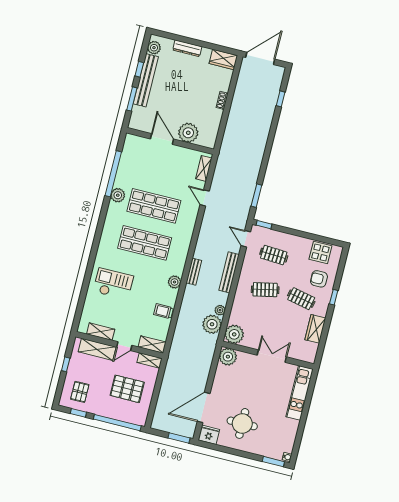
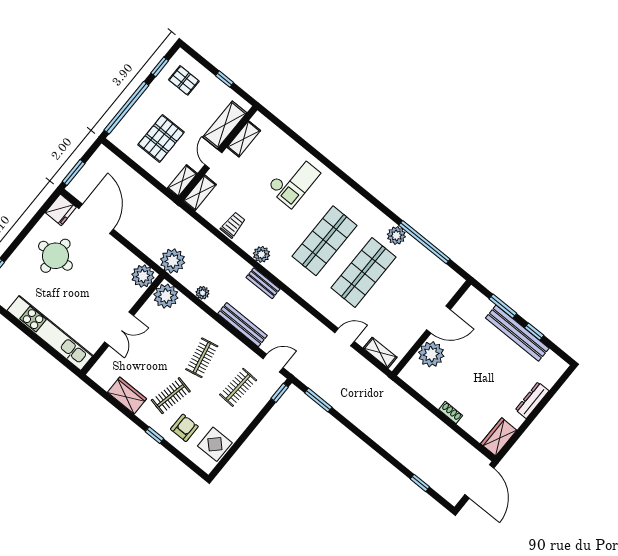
plant: (154, 48) -> (551, 361), removed
plant: (212, 324) -> (173, 261), moved
kitchen unit: (300, 393) -> (50, 333), width x1.36

